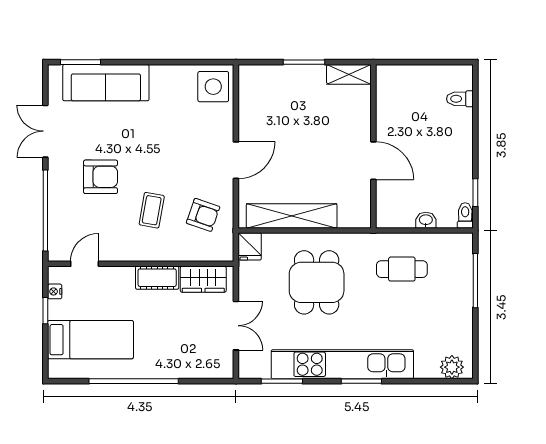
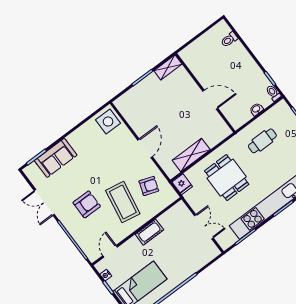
sofa: (106, 83) -> (56, 158), width x0.73
coffee table: (152, 210) -> (123, 202), width x1.86, depth x1.72
shelving: (292, 216) -> (191, 155), width x0.68
wardrobe: (203, 279) -> (172, 216), removed

